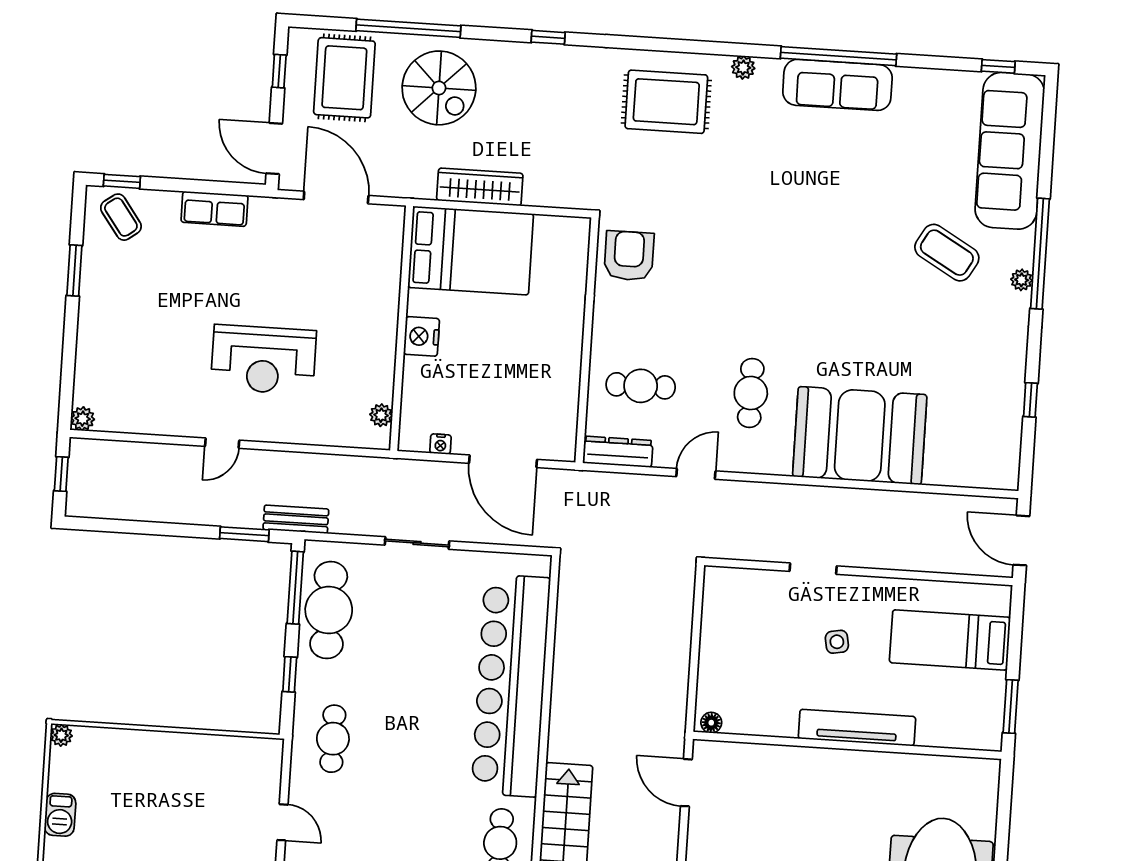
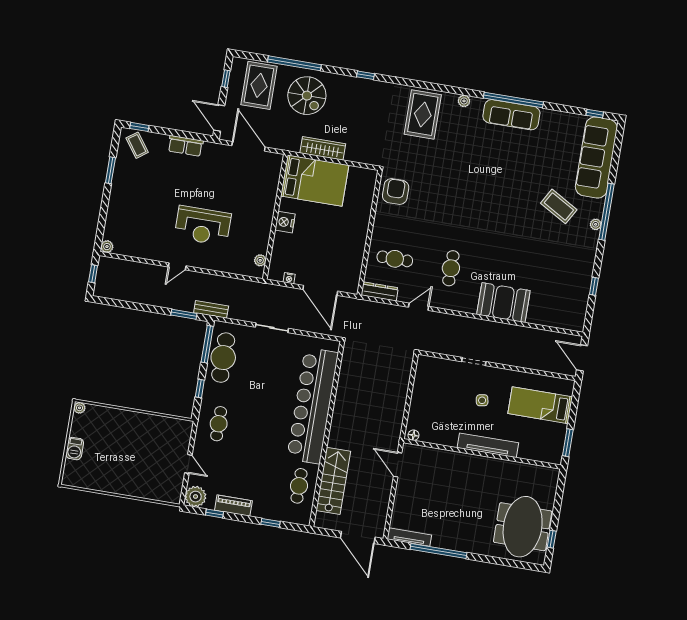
rug: (666, 102) -> (423, 114), turned 90
booth: (860, 436) -> (503, 303), width x0.73, depth x0.70

